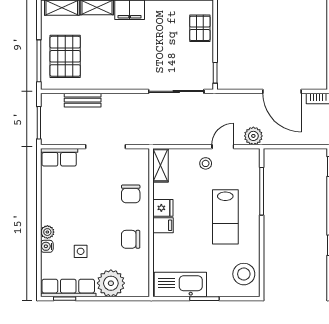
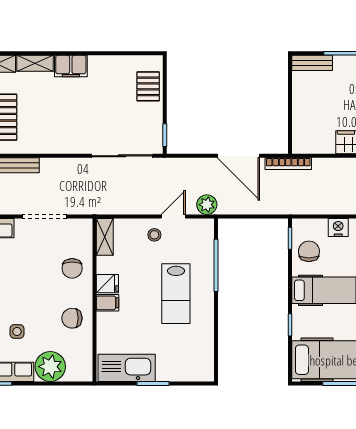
stool: (244, 274) -> (196, 356), removed

